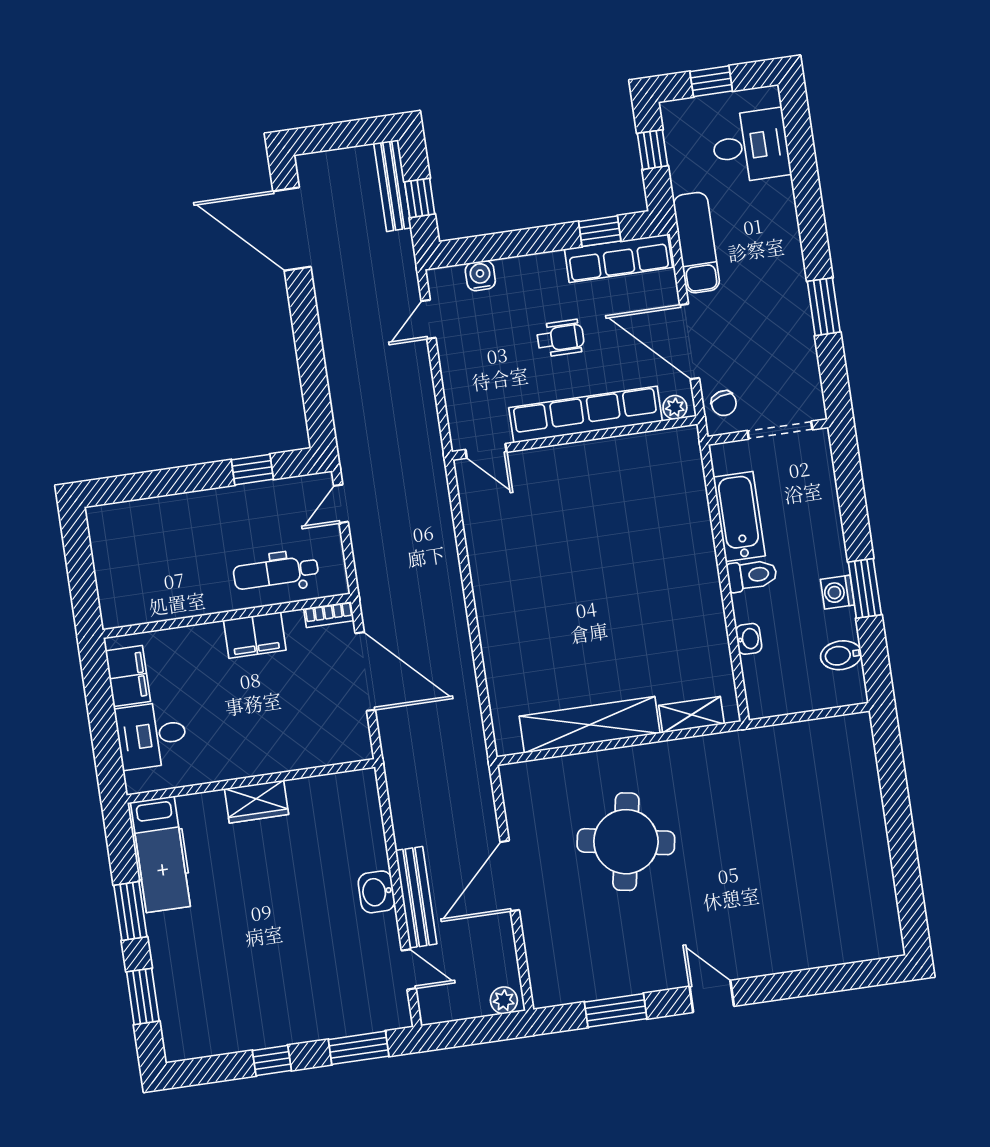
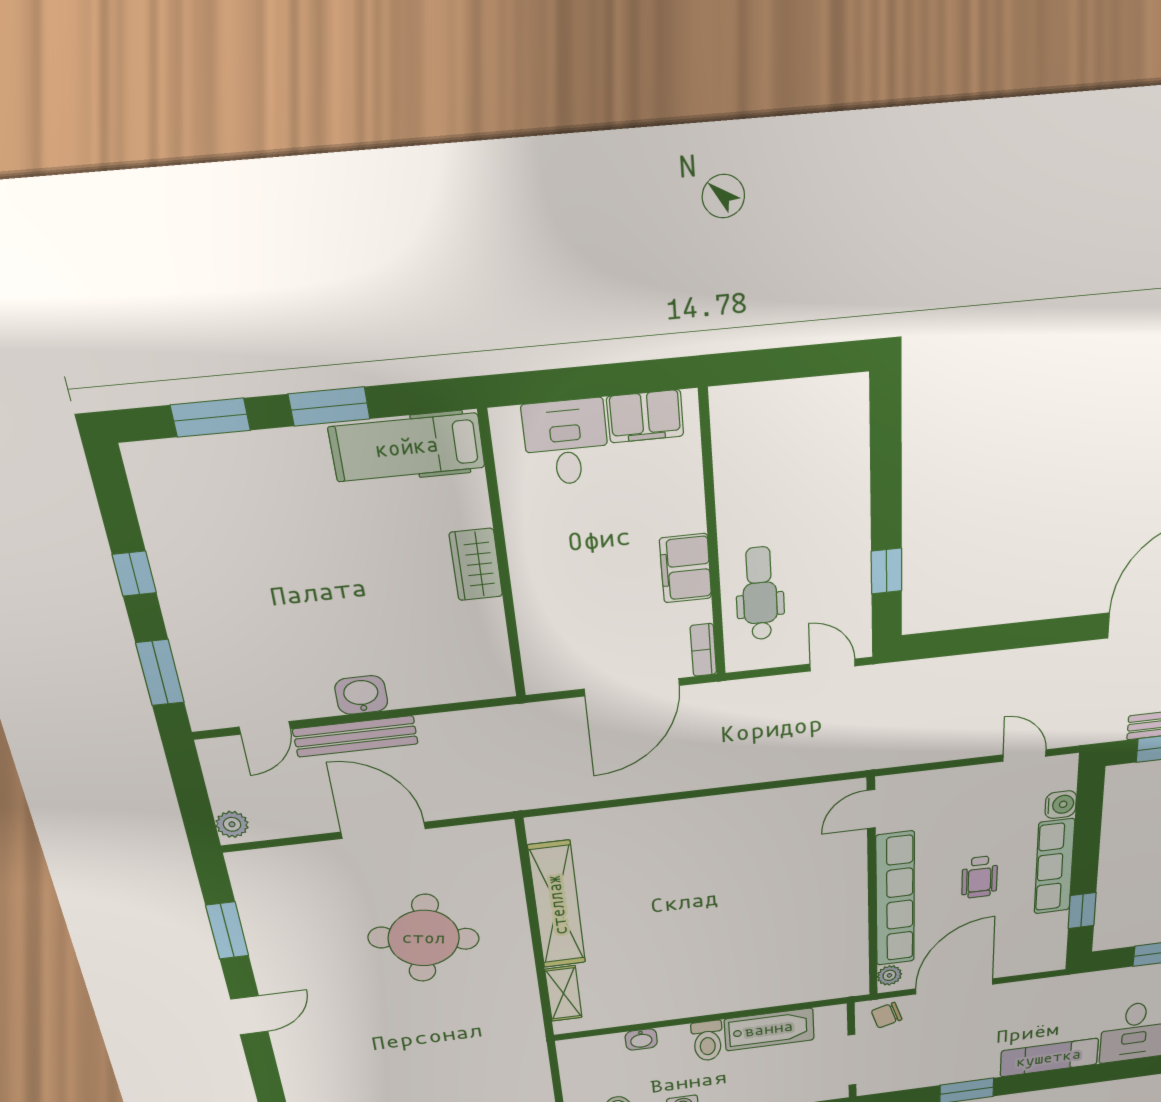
exam couch: (696, 243) -> (1049, 1058), moved, turned 180
row of seats: (618, 258) -> (1054, 867), moved

